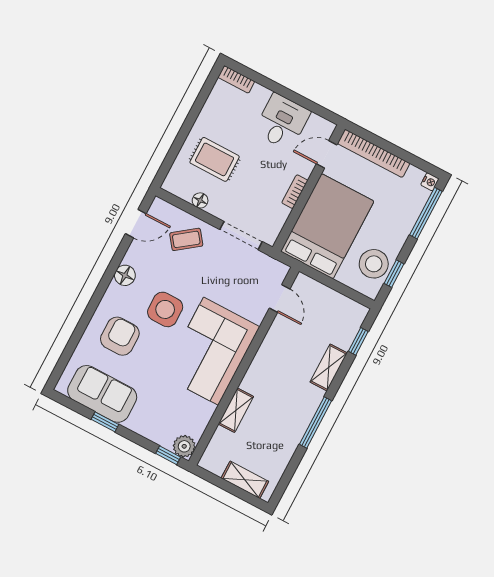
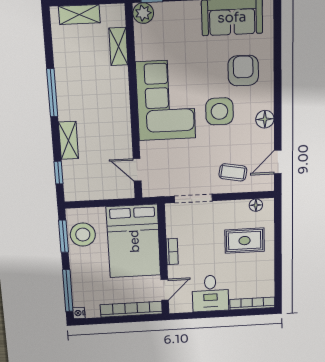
bookcase: (236, 79) -> (252, 303), width x1.56
floor lamp: (200, 200) -> (256, 205), moved
coffee table: (186, 239) -> (233, 172), turned 47
window: (394, 274) -> (64, 236), width x1.50
armchair: (120, 336) -> (243, 71), turned 180
shelving: (236, 410) -> (118, 47), moved

